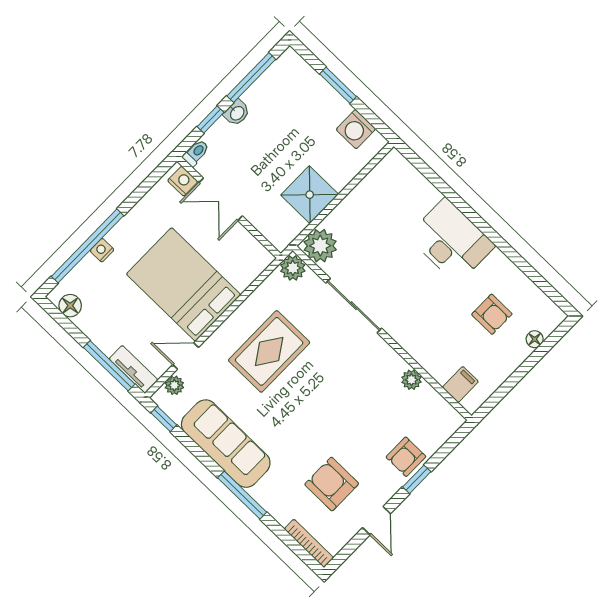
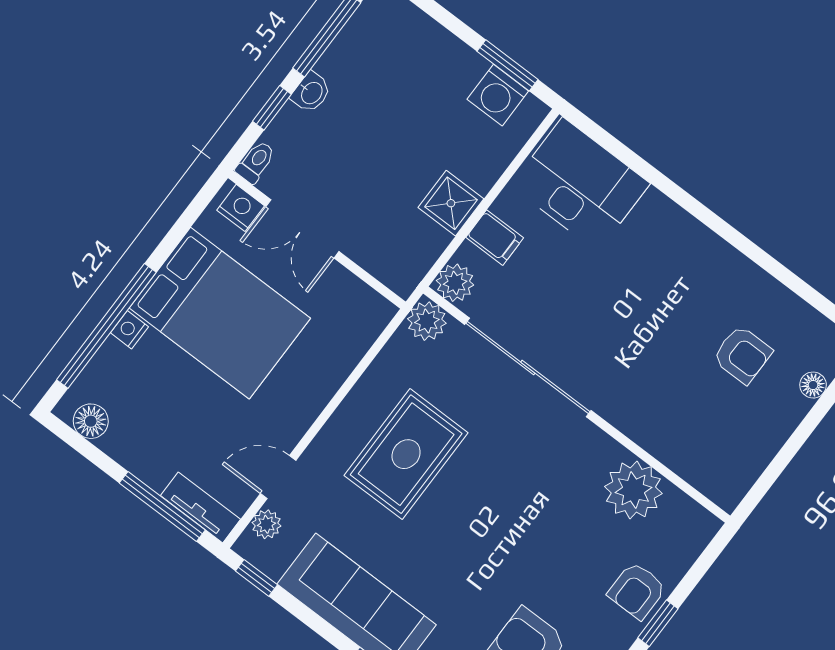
window: (338, 85) -> (508, 65), moved
shower: (310, 195) -> (451, 203), width x0.73, depth x0.73
desk: (451, 241) -> (580, 184), moved
plant: (320, 246) -> (455, 283), width x0.73, depth x0.73
bed: (184, 284) -> (220, 313), moved, turned 180
sliding door: (354, 306) -> (528, 368), width x1.36
plant: (411, 380) -> (633, 490), width x1.87, depth x1.87
filing cabinet: (460, 384) -> (495, 238), moved, turned 90

